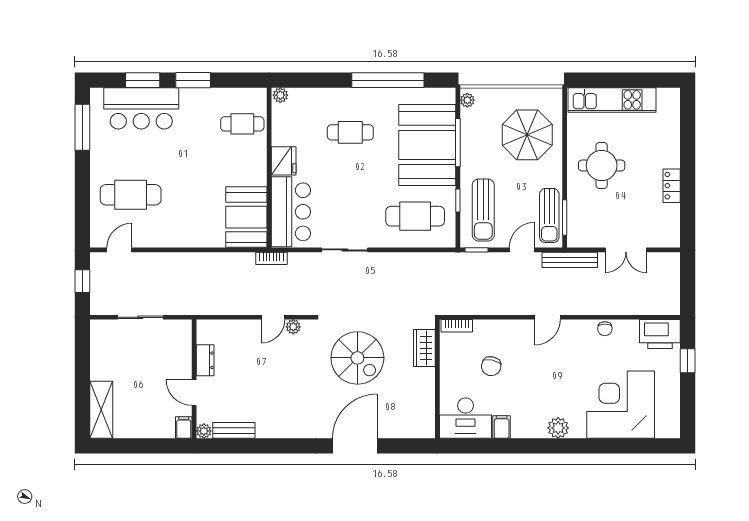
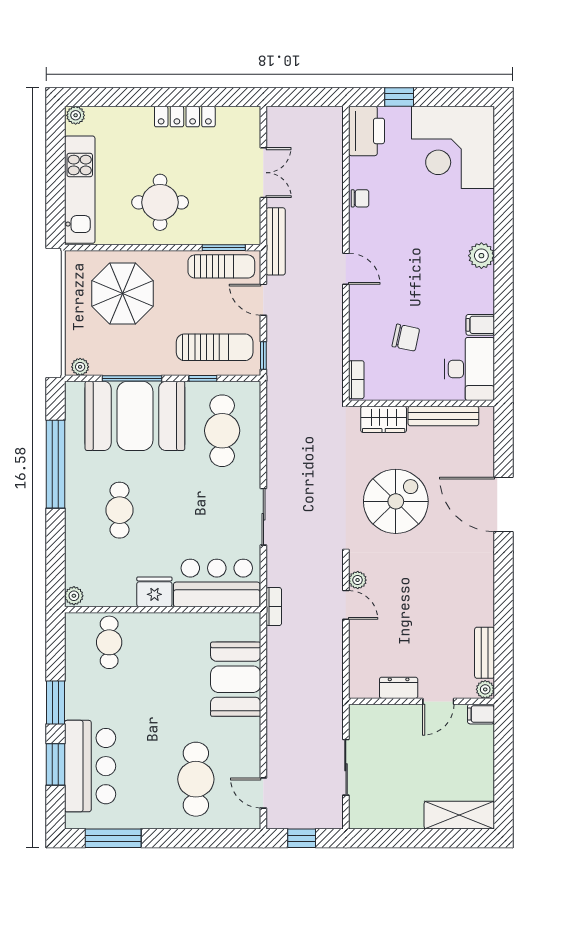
plant: (673, 97) -> (76, 115), added
locker: (672, 186) -> (185, 117), width x1.53
booth: (246, 217) -> (236, 679), moved, turned 90
bench: (427, 397) -> (443, 416), added
corner desk: (621, 405) -> (453, 147), moved

